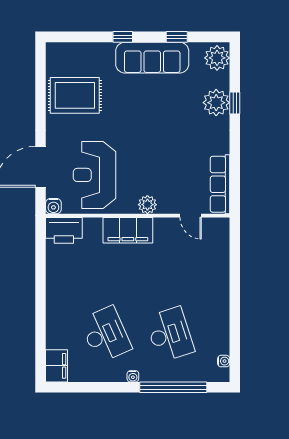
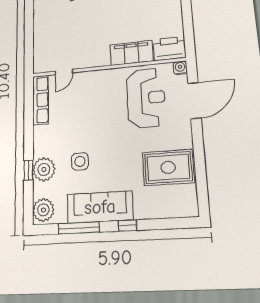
window: (177, 37) -> (79, 228), width x2.17
side table: (174, 109) -> (80, 161), added
plant: (147, 205) -> (100, 77), removed
door: (191, 216) -> (64, 72), swing flipped
filing cabinet: (128, 230) -> (131, 53), moved

